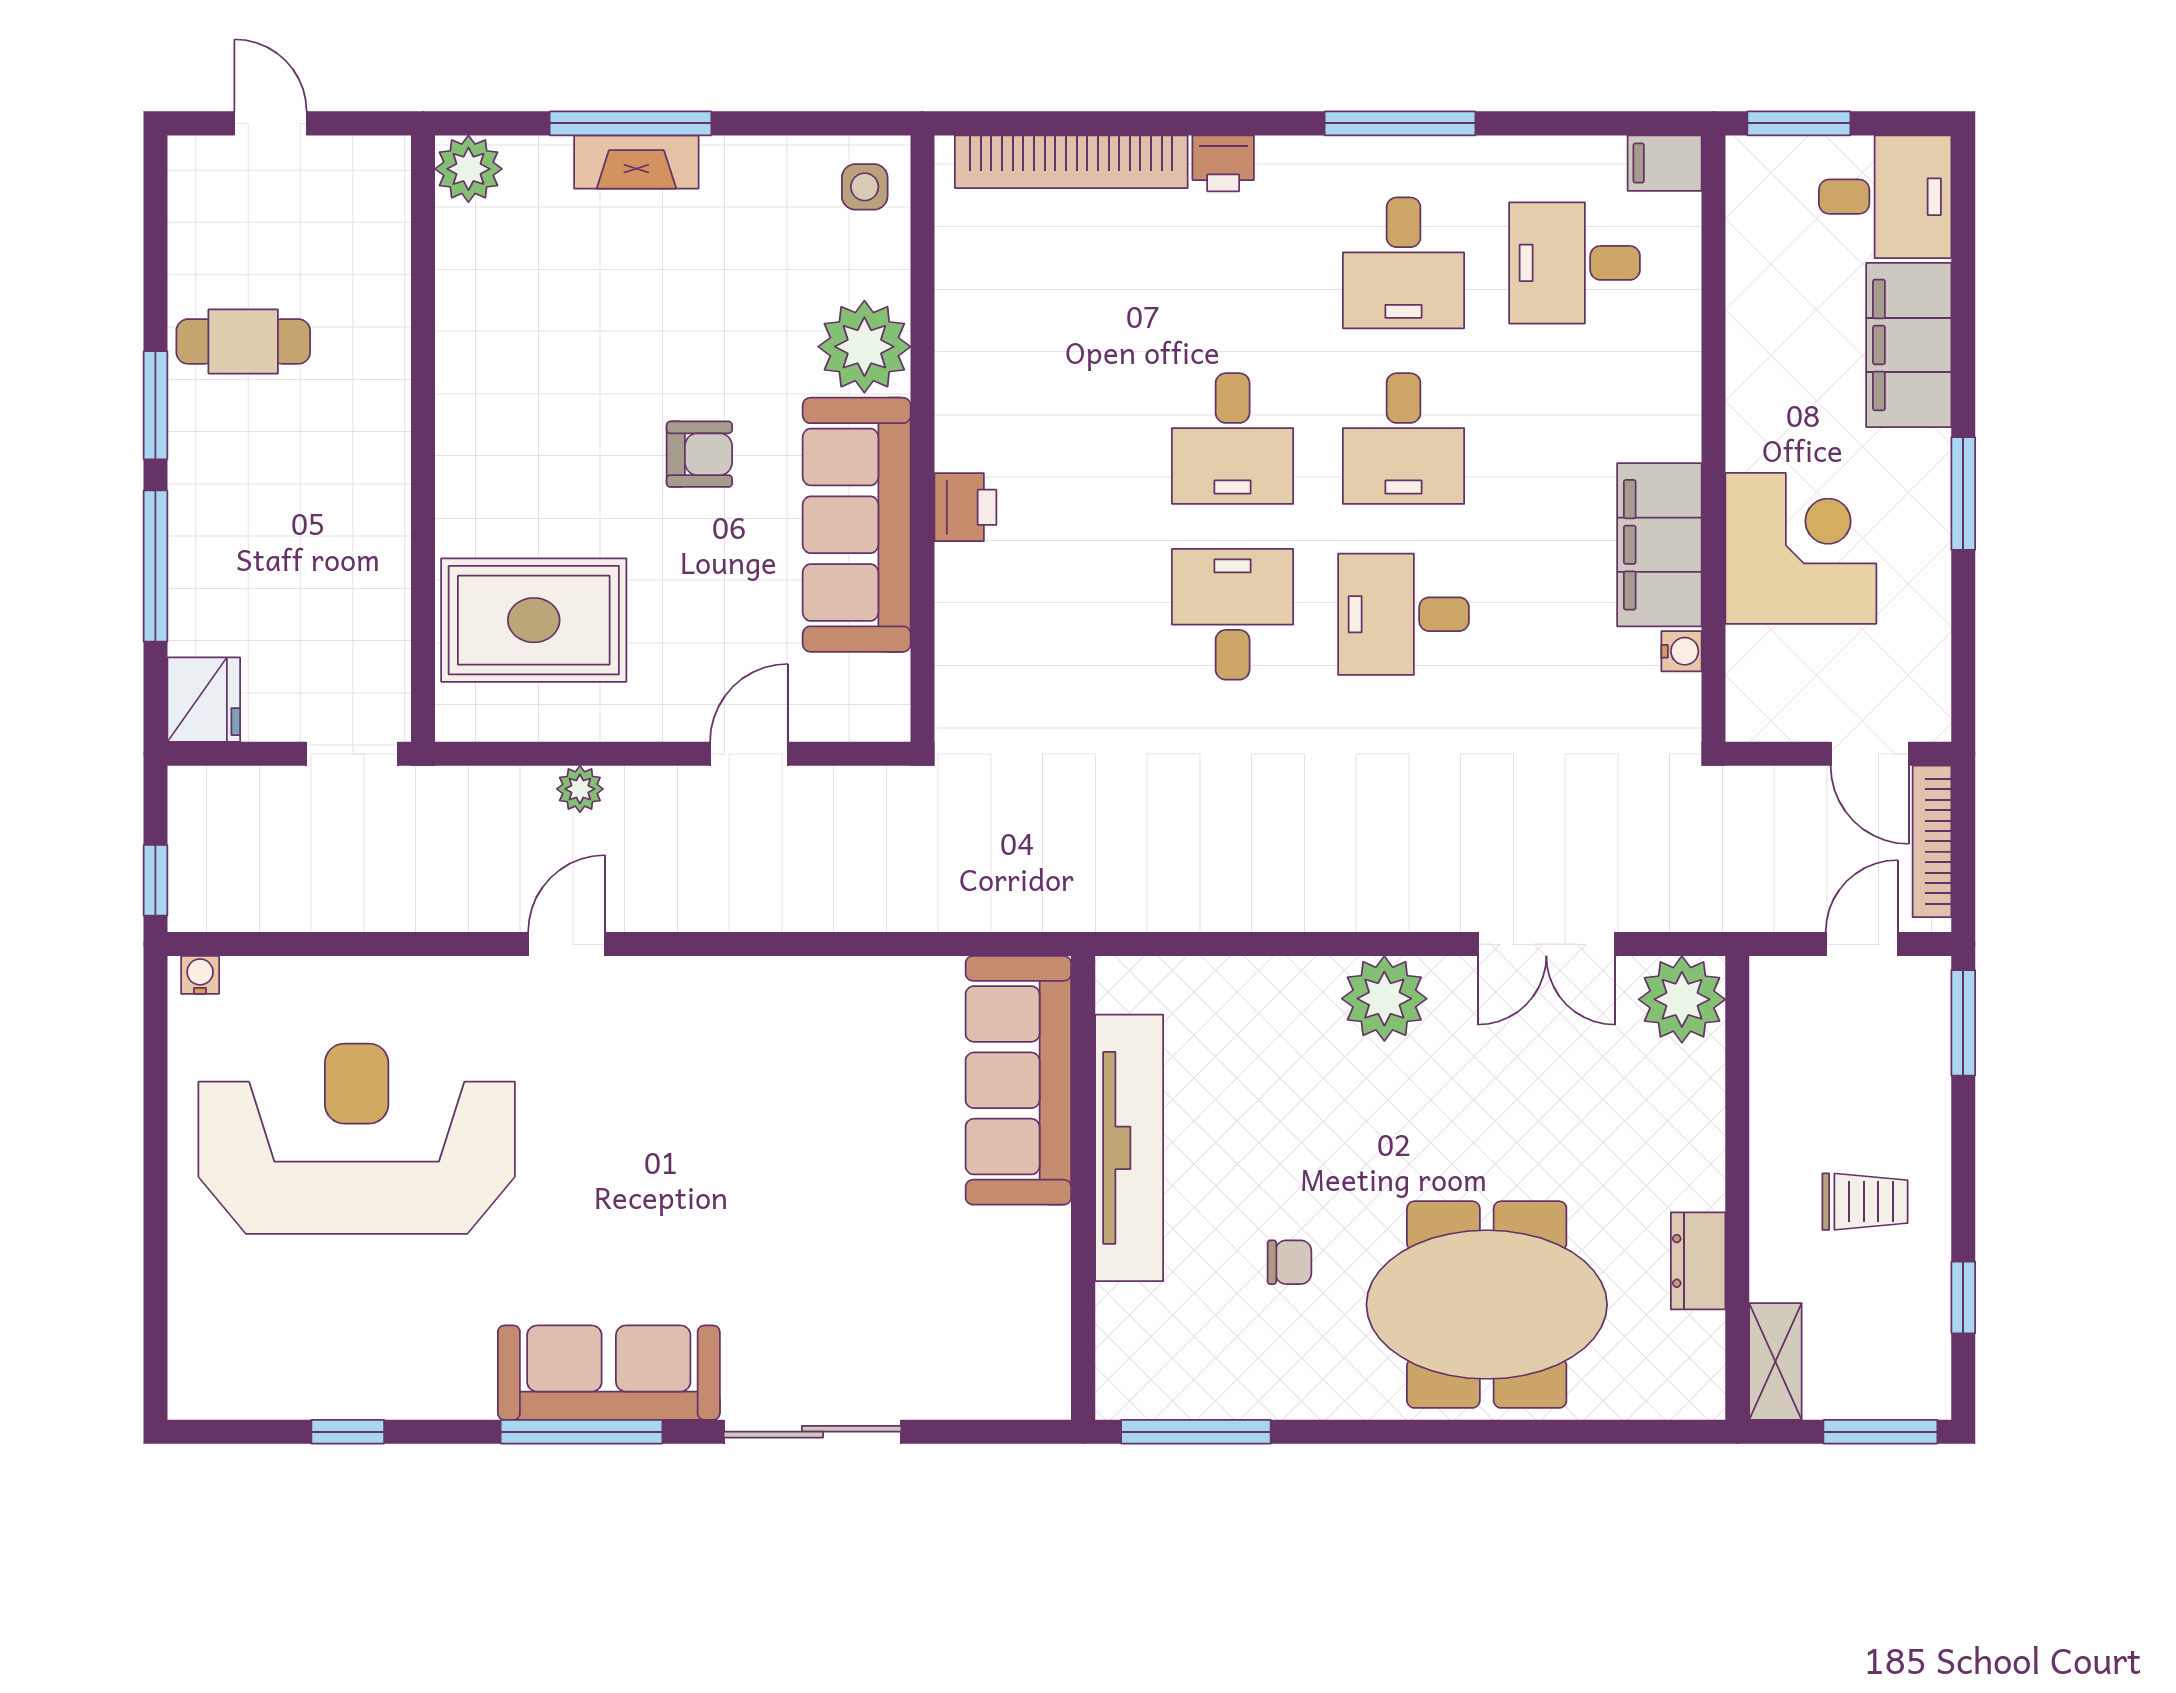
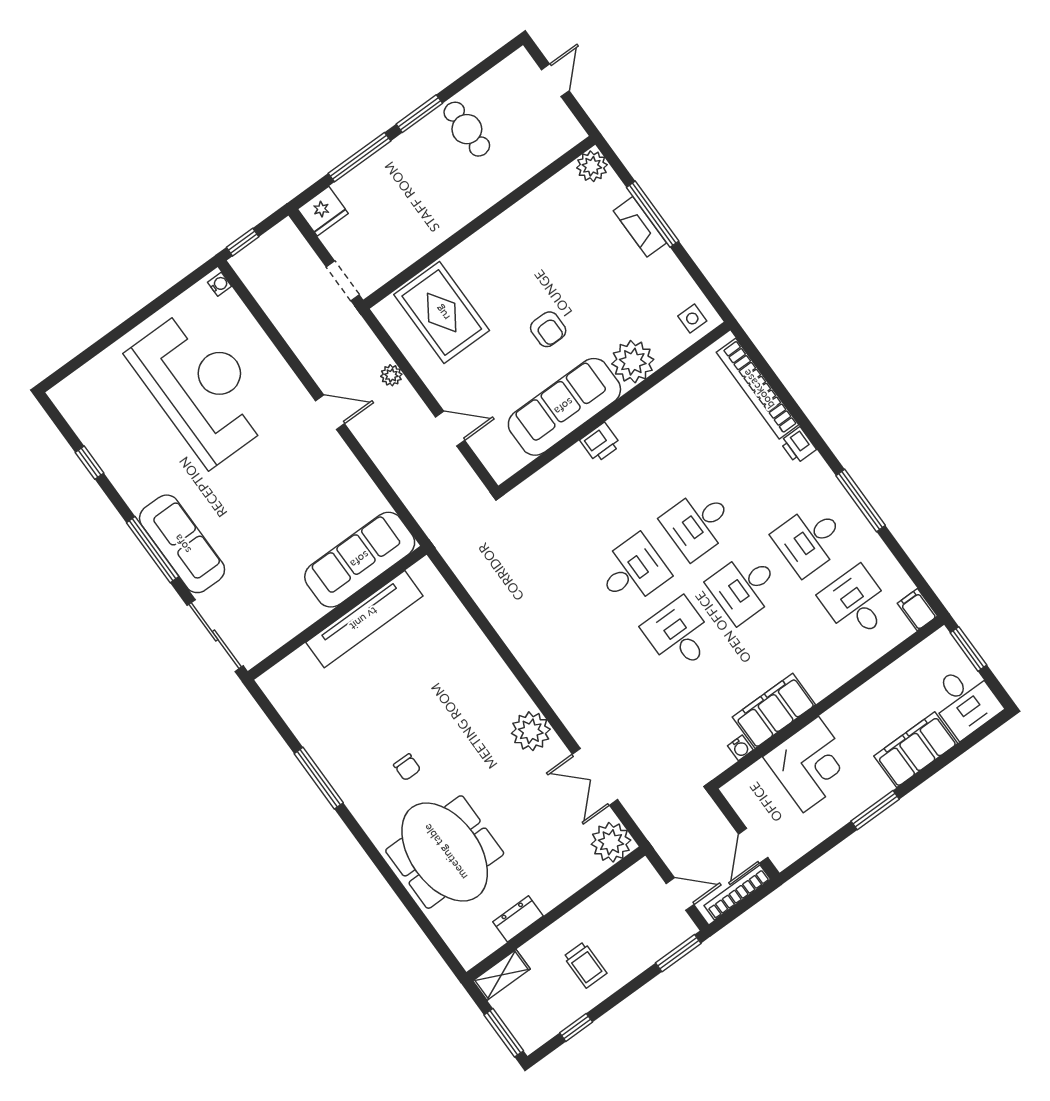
sofa: (1018, 1080) -> (360, 560), moved
tv unit: (1129, 1148) -> (364, 619), moved
wall: (1083, 1188) -> (337, 613), moved

